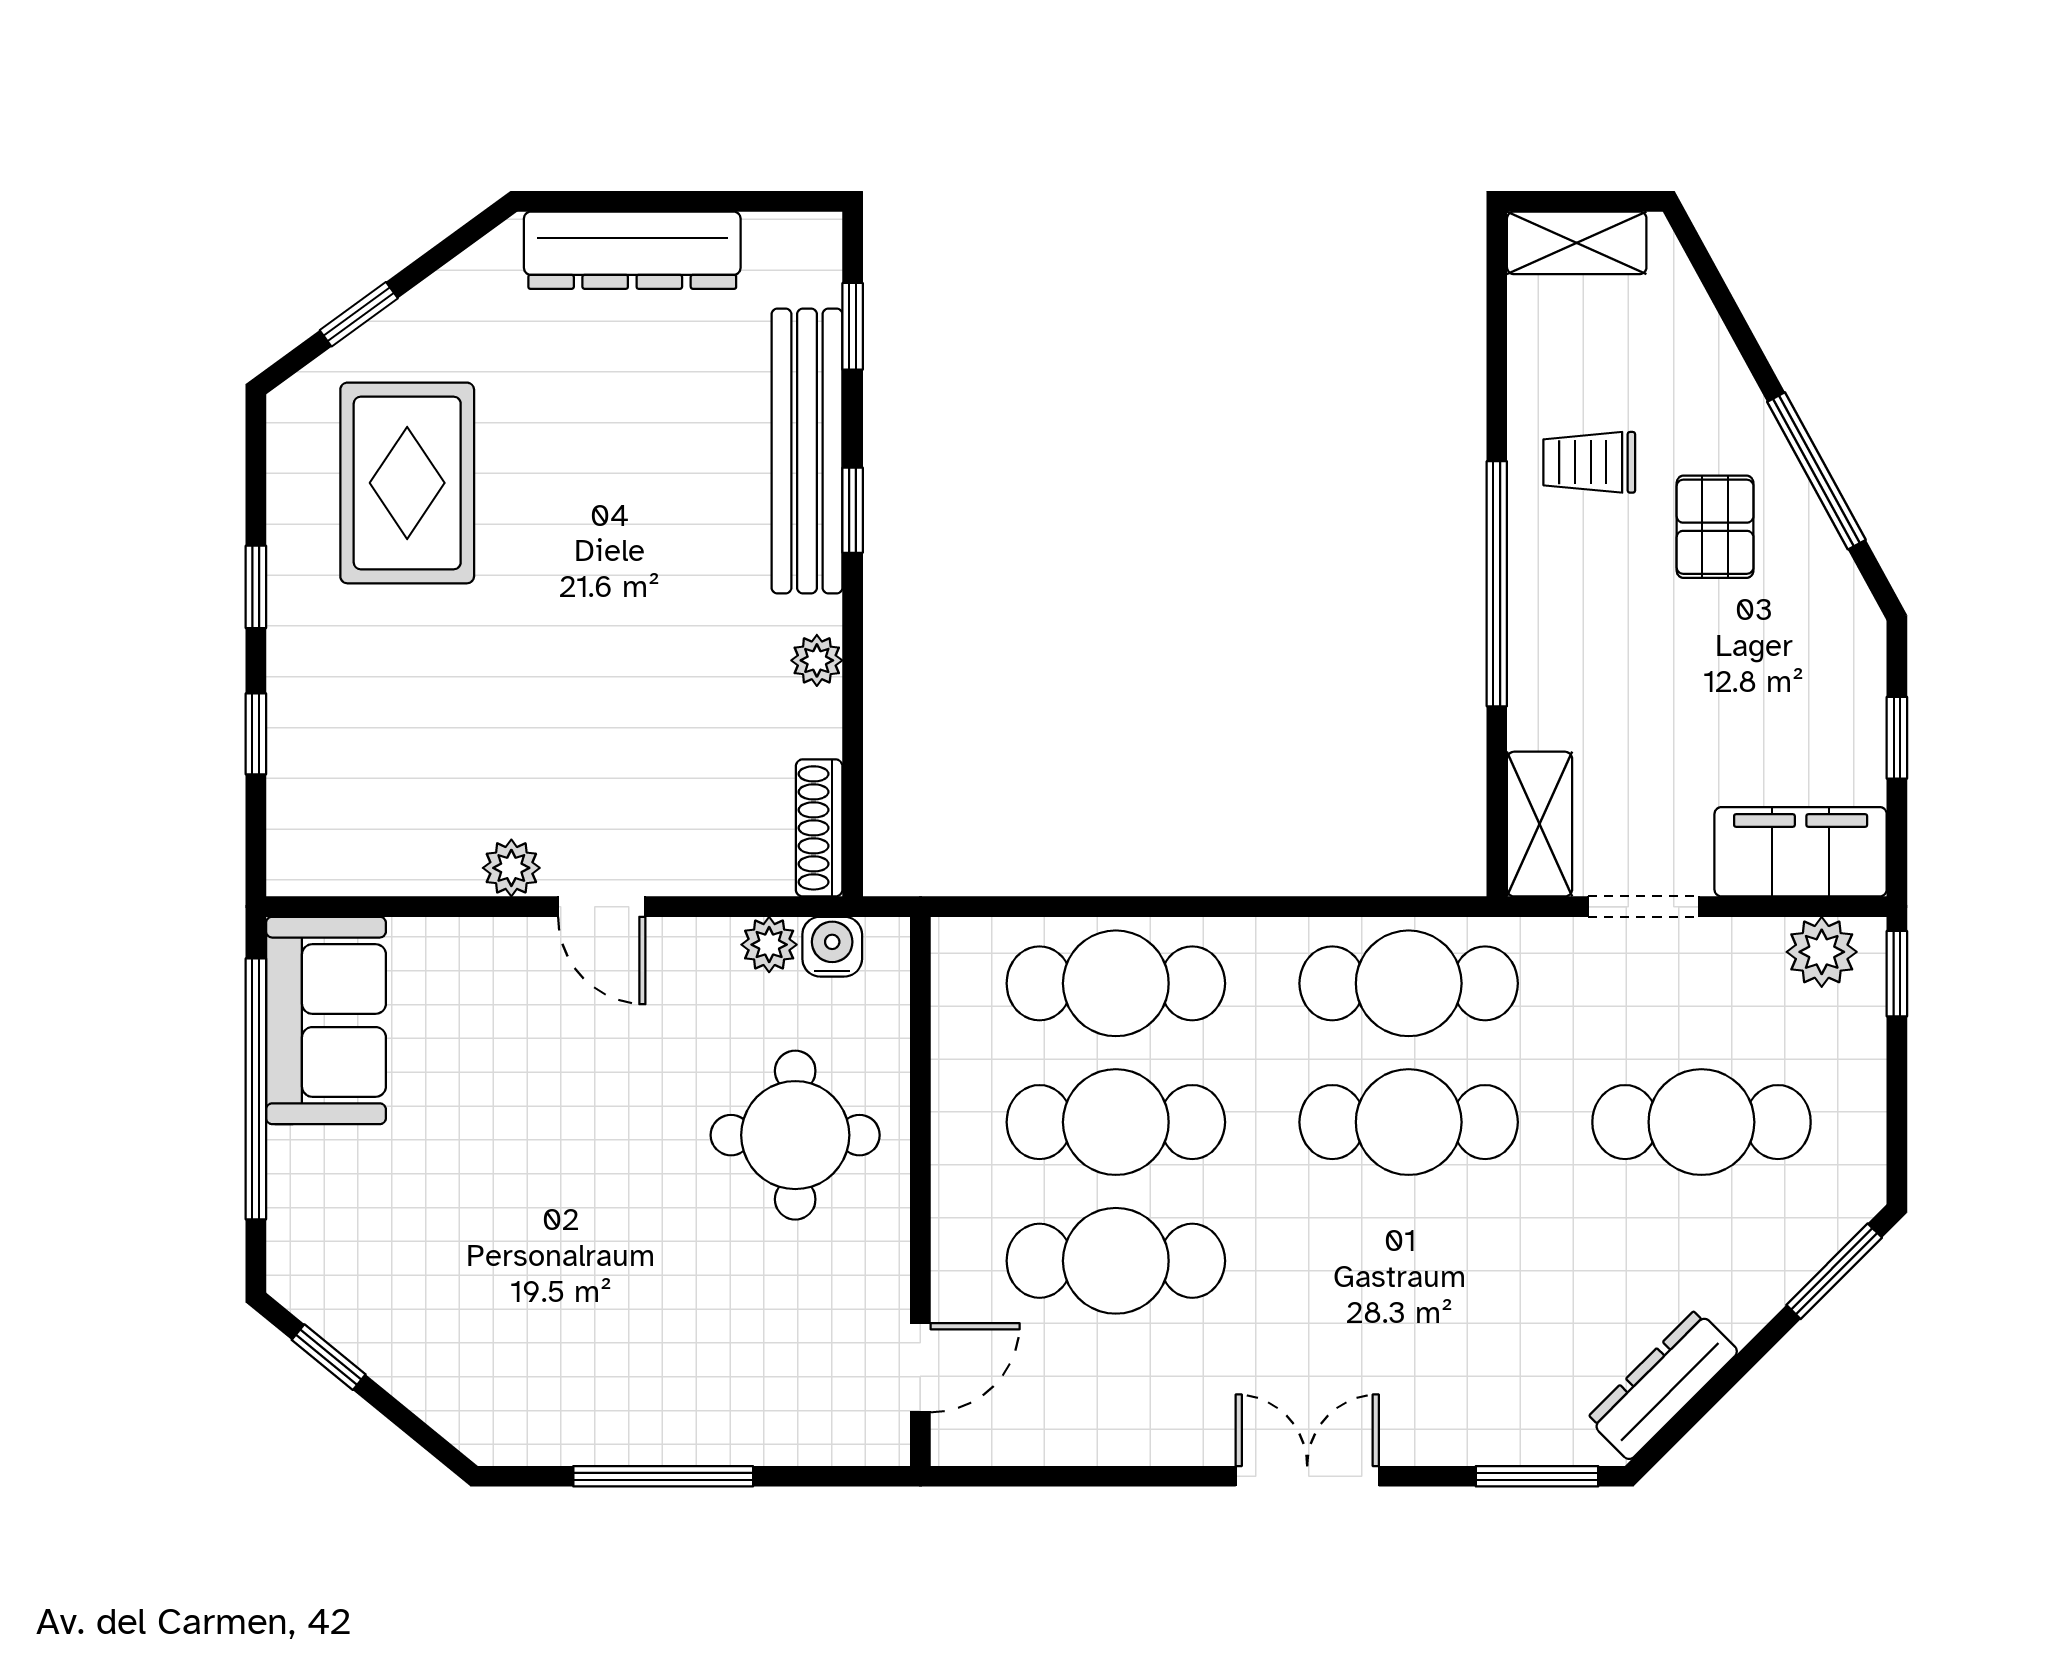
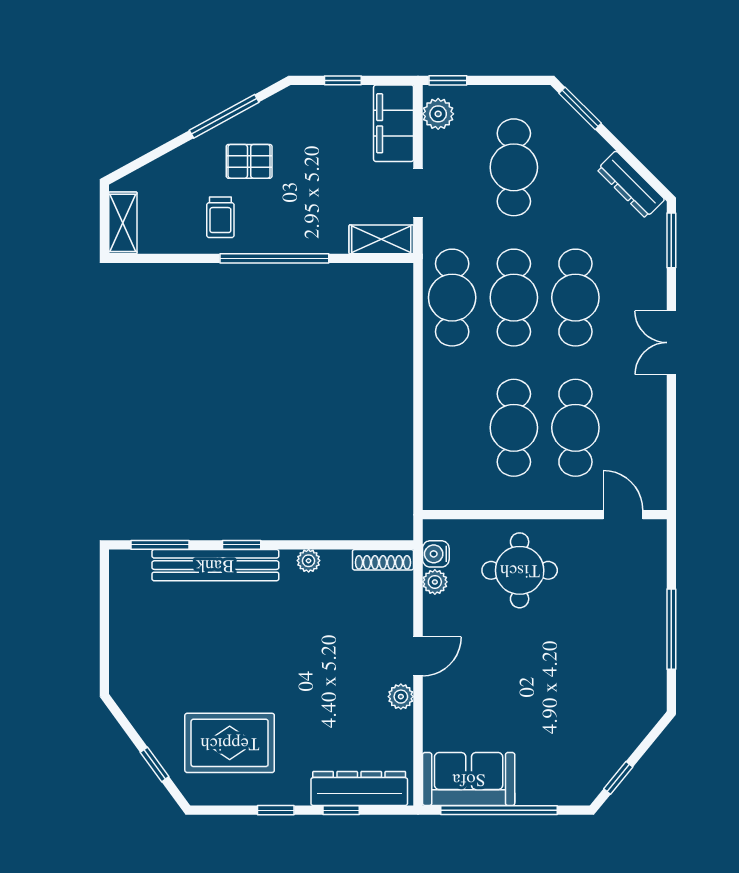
dresser: (632, 250) -> (359, 788), moved, turned -90
window: (853, 326) -> (160, 545), width x1.50
cafe table: (1116, 983) -> (575, 298), moved

